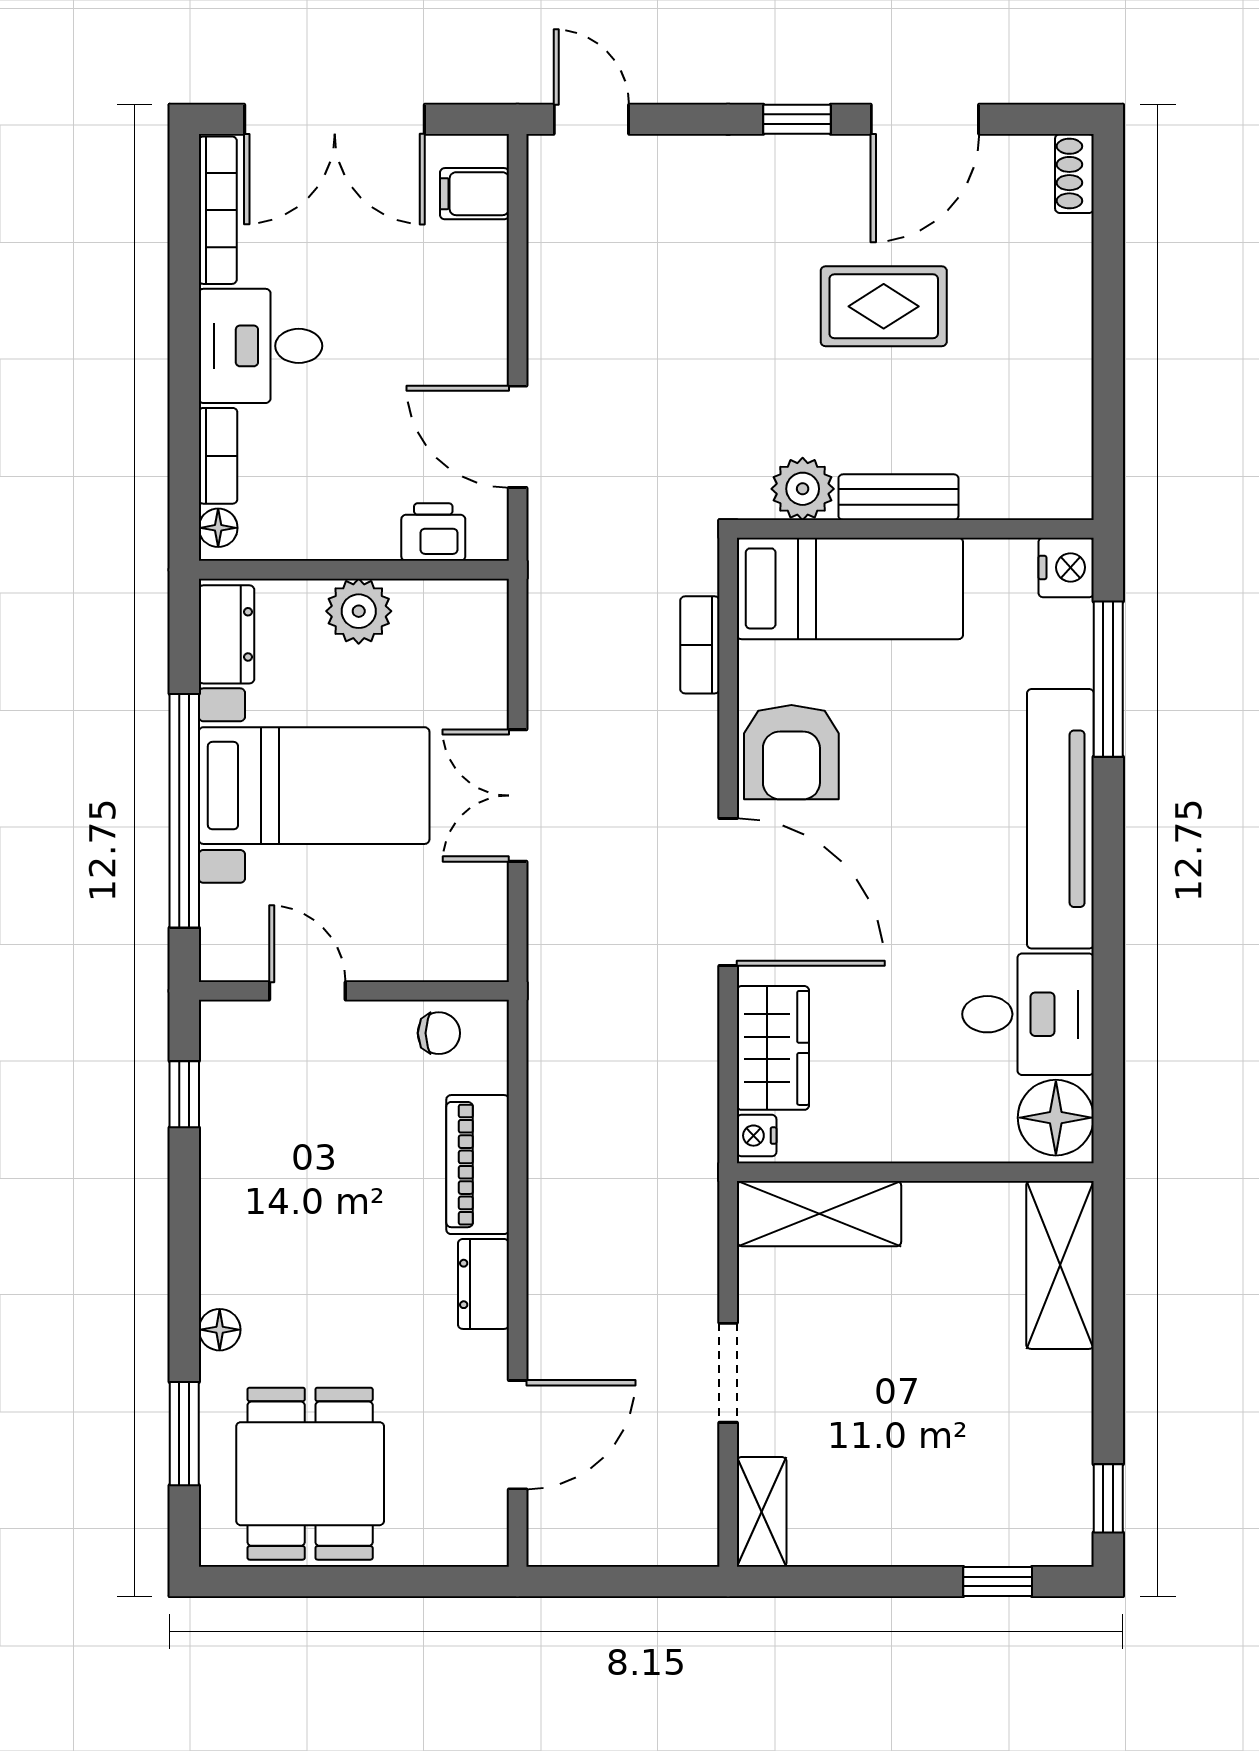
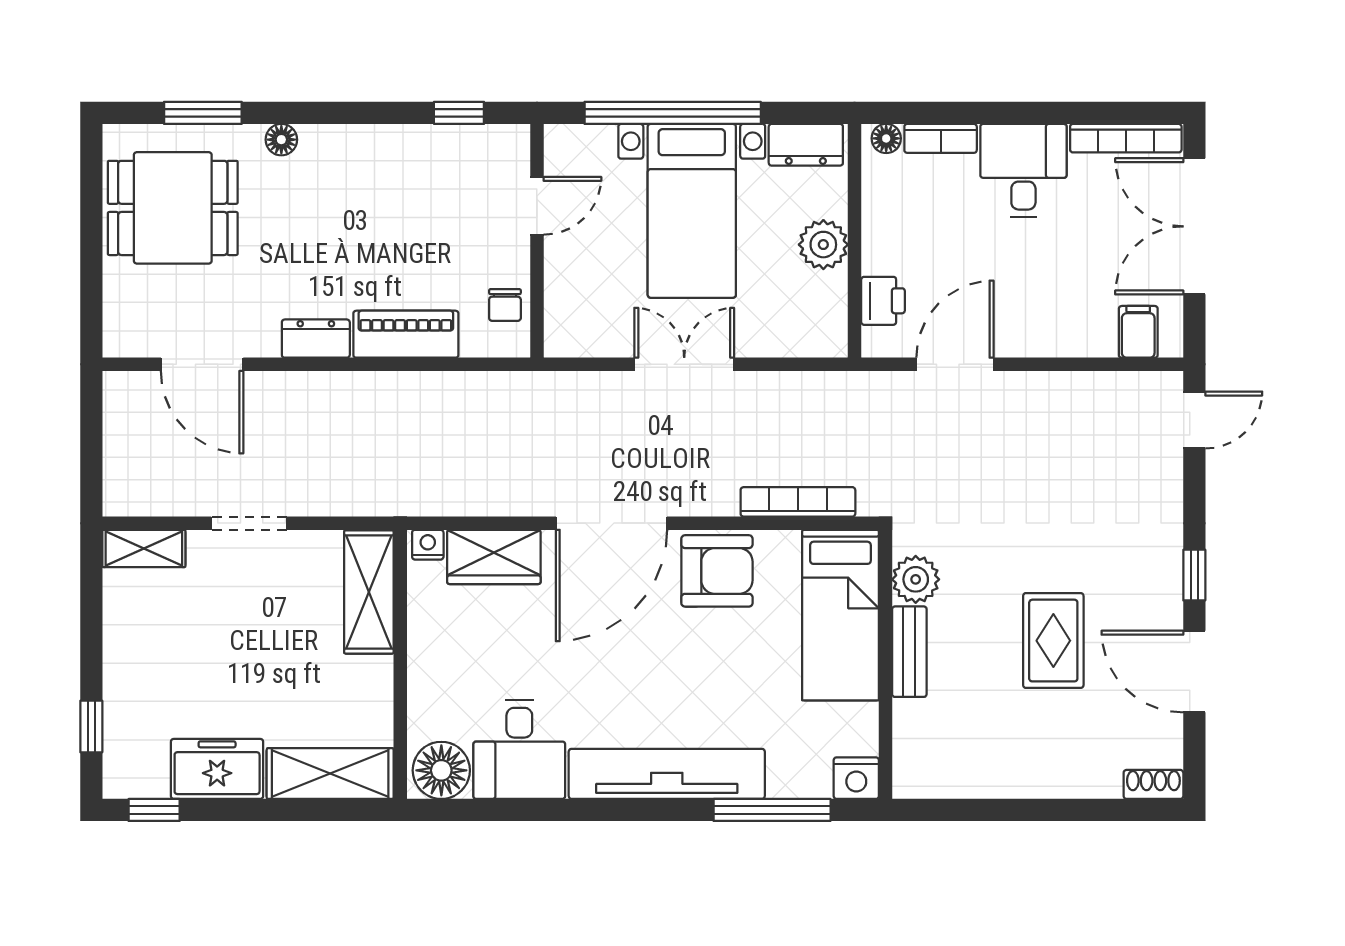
bookcase: (700, 645) -> (798, 502), width x1.56
armchair: (791, 752) -> (717, 571), turned 180
freezer: (1054, 1415) -> (217, 769), added

